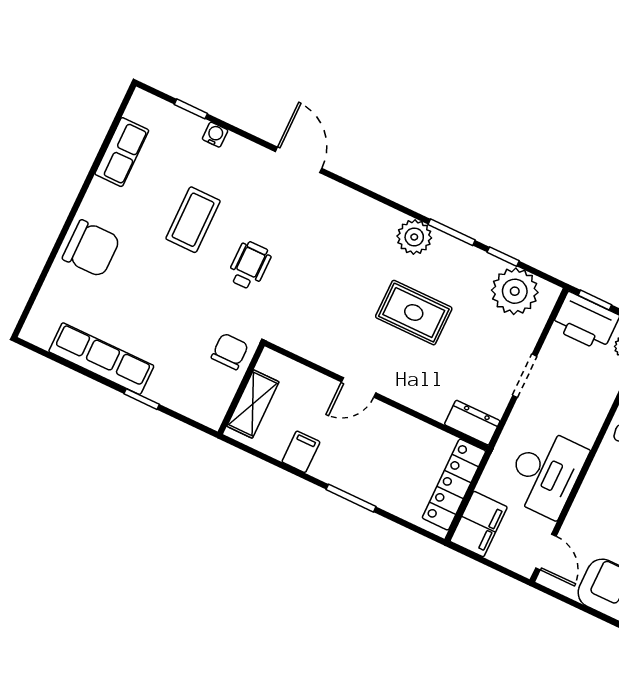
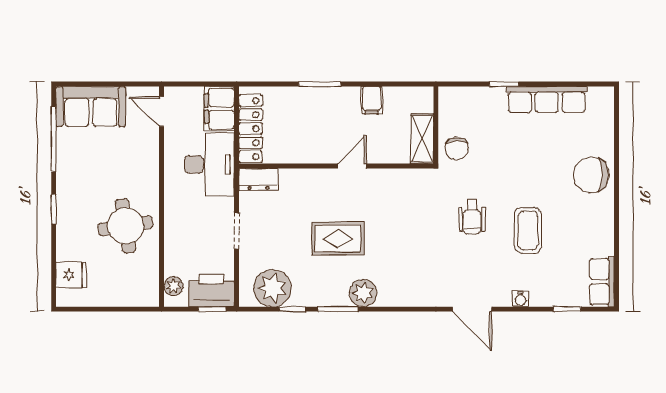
water cooler: (215, 135) -> (521, 299), moved
row of seats: (122, 152) -> (602, 282), moved
shelving: (253, 404) -> (422, 139), moved
desk: (546, 473) -> (209, 164), moved, turned 180

